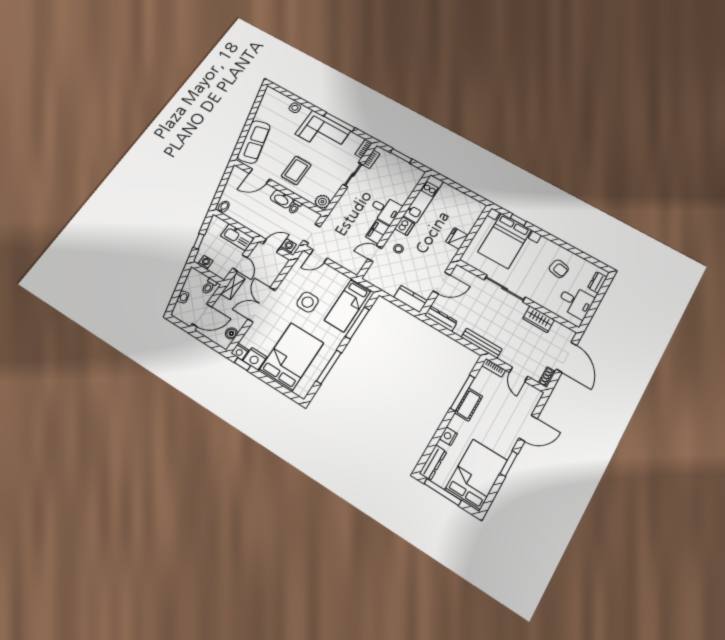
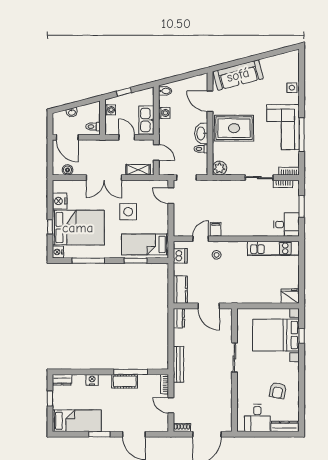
rug: (296, 170) -> (234, 128), width x1.36, depth x1.43
desk: (385, 210) -> (286, 224), moved, turned -90
dishwasher: (405, 226) -> (180, 256), moved, turned -90
filing cabinet: (378, 232) -> (216, 229), width x0.50
fridge: (457, 238) -> (290, 296), moved
washing machine: (288, 246) -> (164, 113), moved
door: (375, 254) -> (201, 239), hinge flipped
door: (240, 263) -> (127, 137), swing flipped
dresser: (597, 282) -> (285, 426), width x1.44
shelving: (233, 286) -> (138, 170), moved
sliding door: (505, 289) -> (234, 357), width x0.73
double door: (262, 305) -> (104, 178), swing flipped
dresser: (441, 319) -> (179, 318), width x0.70
wardrobe: (539, 319) -> (225, 397), removed
window: (357, 323) -> (136, 261), width x0.69
nightstand: (240, 352) -> (58, 252), moved
window: (243, 364) -> (50, 227), moved
door: (519, 374) -> (171, 405), hinge flipped
dresser: (433, 463) -> (62, 380), width x0.70
bed: (476, 475) -> (77, 421), width x0.67
window: (443, 492) -> (50, 398), width x0.46

